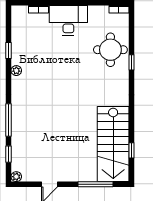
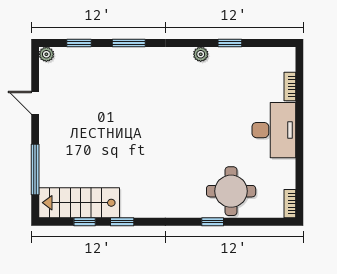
window: (9, 120) -> (129, 43), width x0.69
window: (131, 125) -> (122, 222), added
stairs: (113, 144) -> (79, 203), width x0.73, depth x0.66

